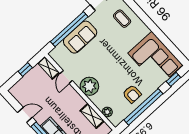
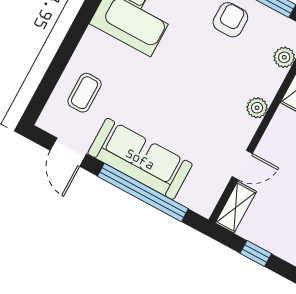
sofa: (80, 37) -> (140, 159), width x1.36
plant: (89, 86) -> (257, 108), width x0.53, depth x0.53

